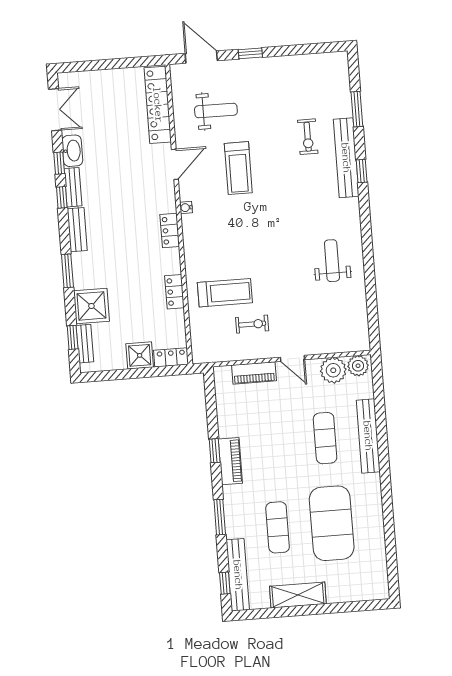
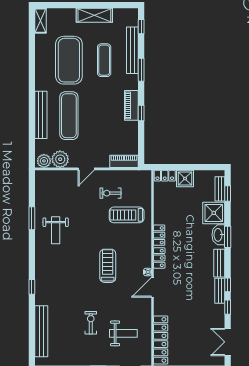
window: (357, 109) -> (32, 218), moved
weight bench: (216, 111) -> (123, 333), turned 180
exercise bike: (308, 137) -> (91, 323), moved
washbasin: (72, 151) -> (218, 235), moved
bench: (346, 158) -> (41, 331), moved
door: (175, 164) -> (153, 287), moved
treadmill: (238, 168) -> (108, 266), moved
locker: (174, 292) -> (159, 235), moved
door: (292, 358) -> (86, 169), swing flipped
piano: (254, 373) -> (124, 161), moved
exercise mat: (325, 438) -> (69, 116), width x1.36, depth x1.45
bench: (238, 575) -> (132, 50), moved
shelving: (380, 581) -> (41, 21), added

